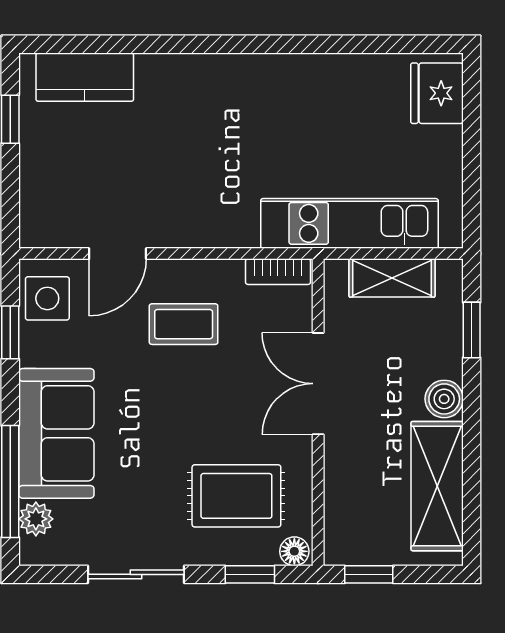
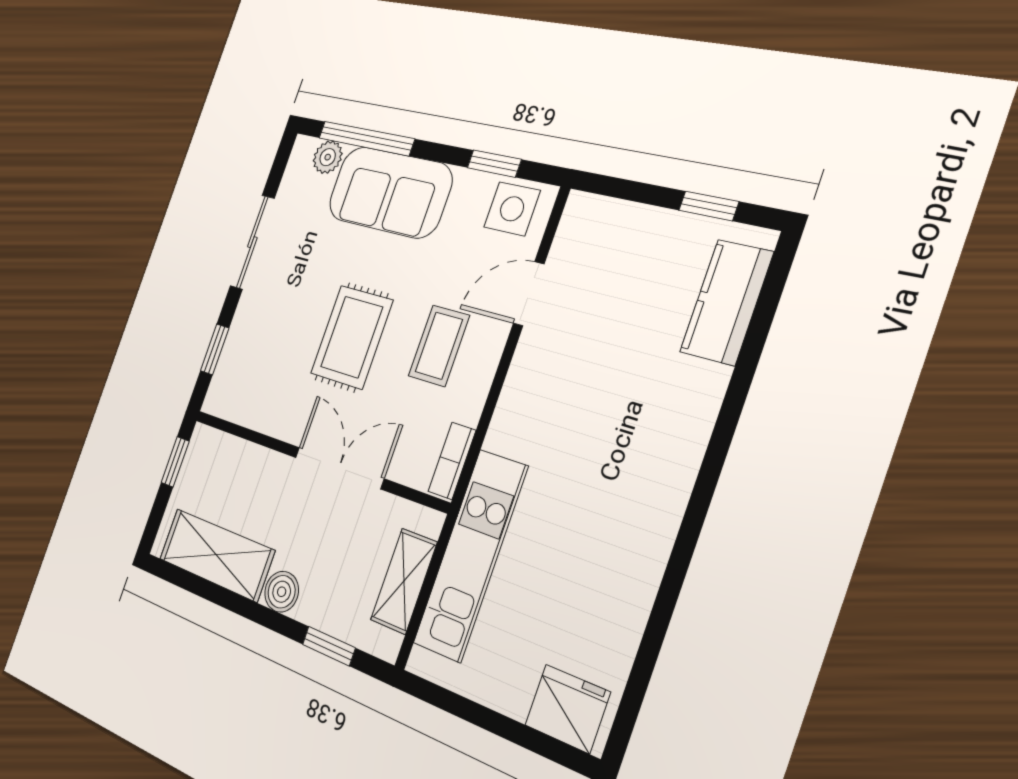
door: (118, 254) -> (529, 294), hinge flipped
rug: (236, 496) -> (352, 337), moved
floor lamp: (294, 551) -> (217, 397), removed

